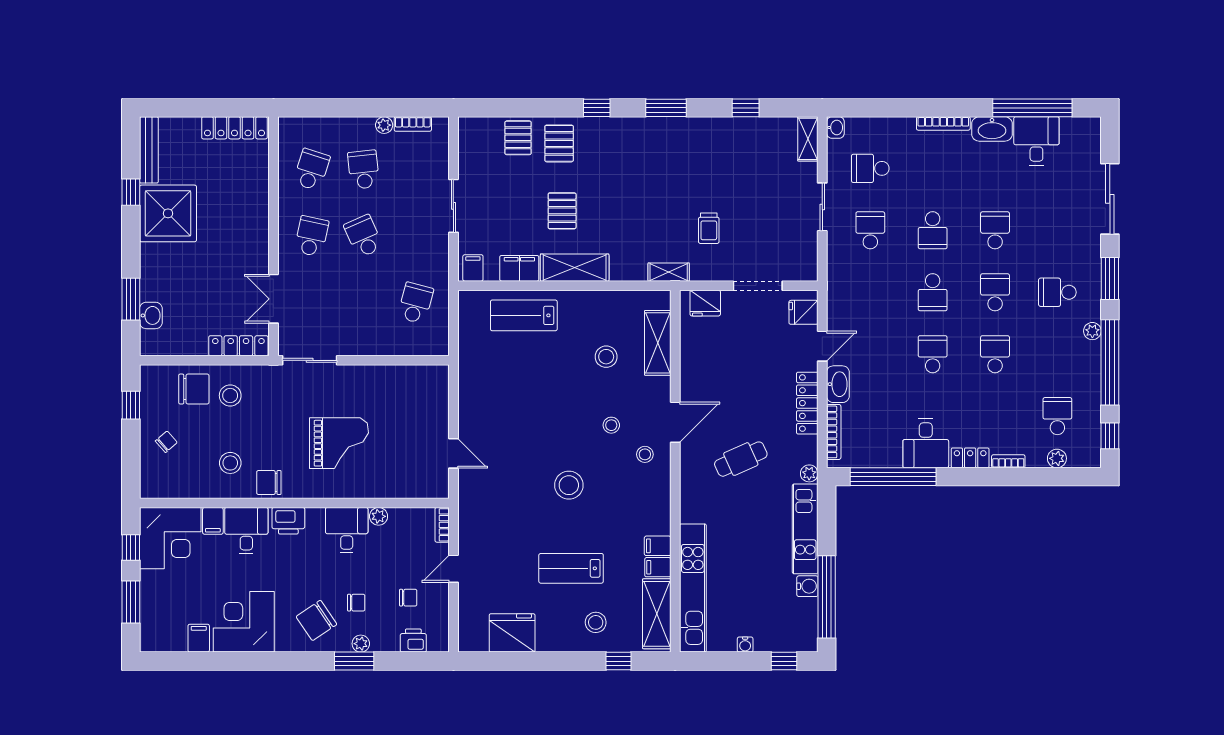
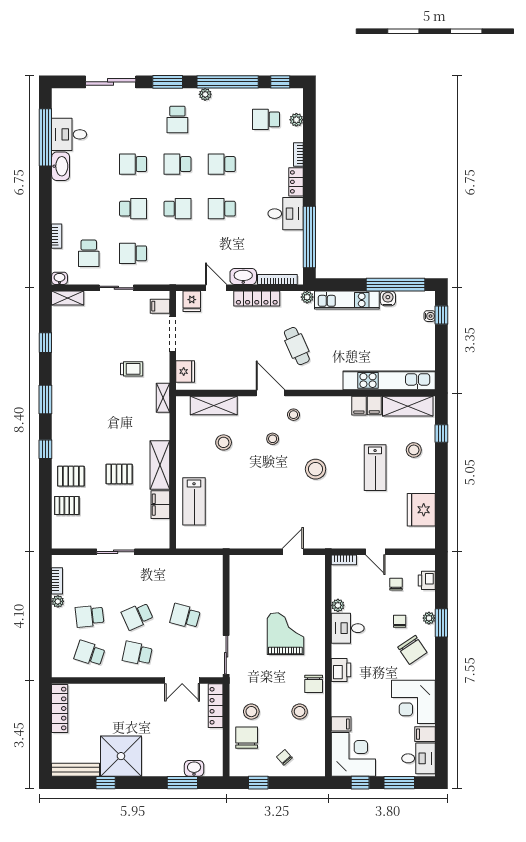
bookcase: (943, 123) -> (57, 236), moved, width x0.64
filing cabinet: (473, 268) -> (160, 306), moved
school desk: (415, 303) -> (185, 616), moved
desk: (246, 531) -> (418, 758), moved, turned 180
water cooler: (745, 645) -> (430, 316), moved

